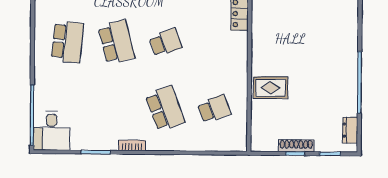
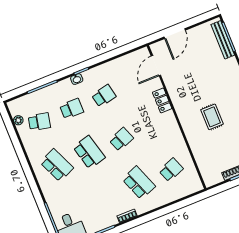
school desk: (67, 42) -> (57, 165), turned -30
rug: (271, 88) -> (212, 117), moved, turned 90

